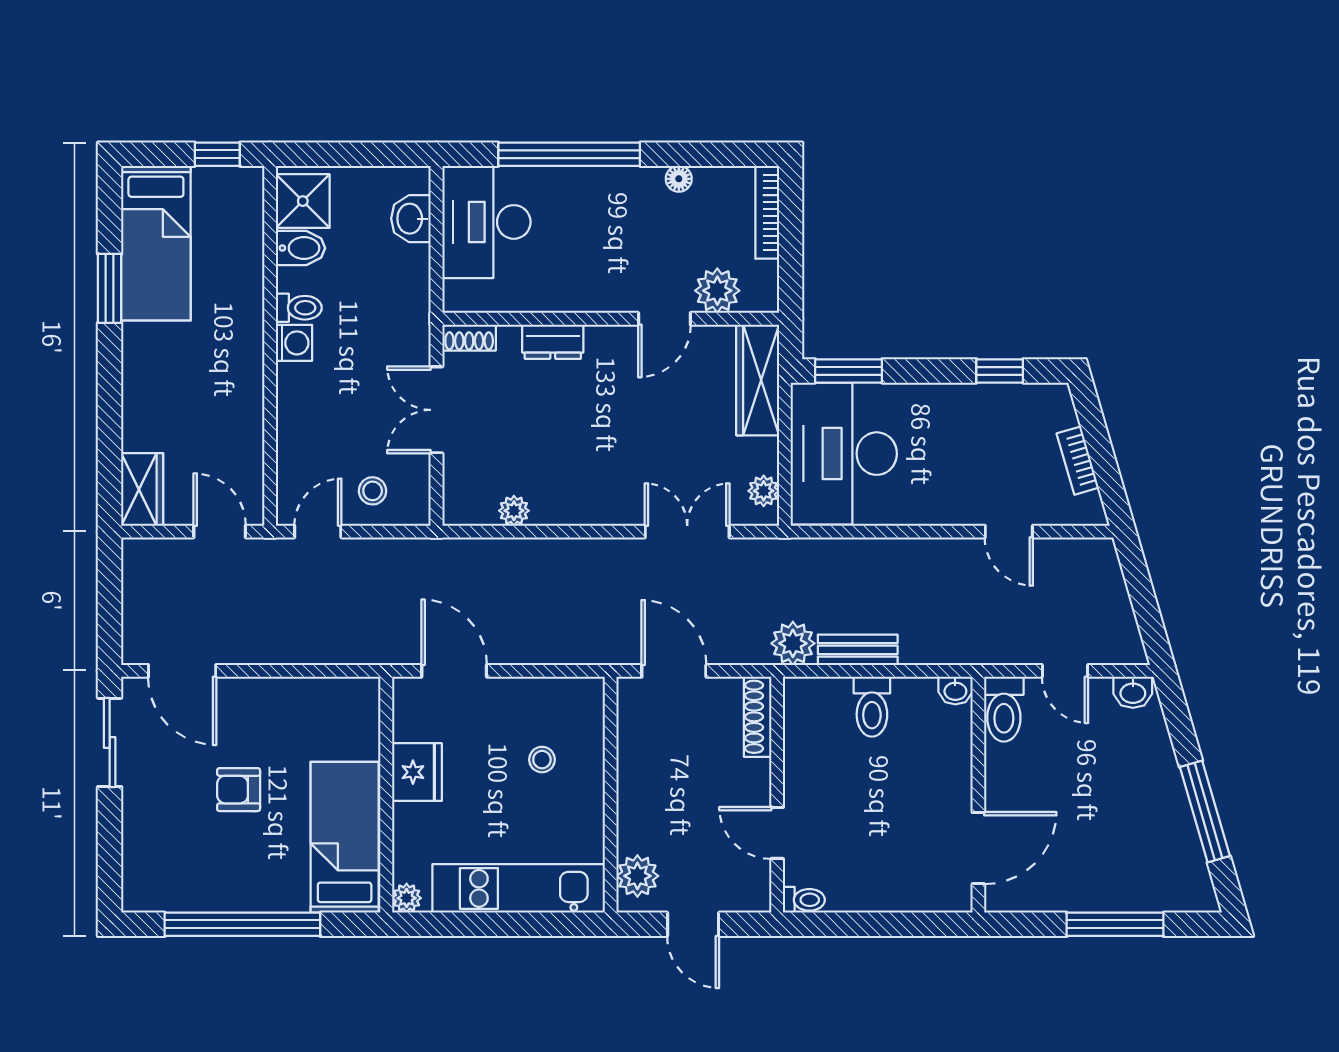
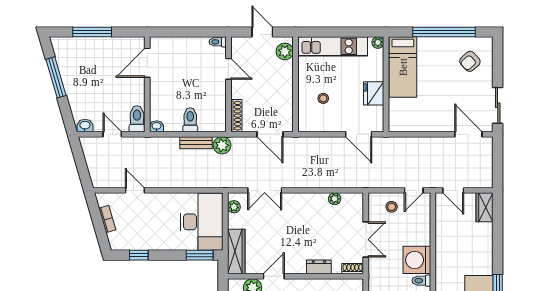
washing machine: (294, 343) -> (417, 260), width x1.89, depth x1.89
armchair: (239, 790) -> (470, 61), moved, turned 138

